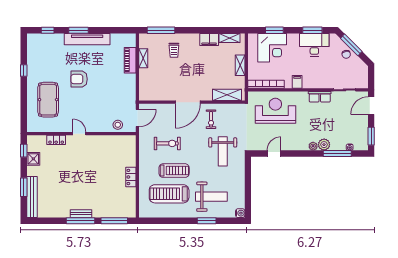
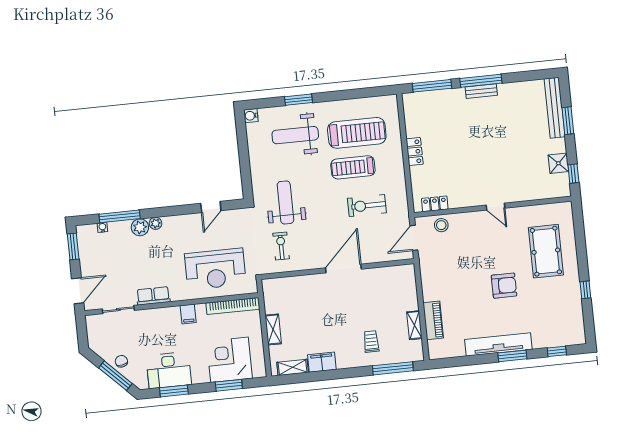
shelving: (227, 95) -> (288, 285), removed
exercise bike: (211, 119) -> (281, 246), moved
locker: (56, 140) -> (435, 204), moved

